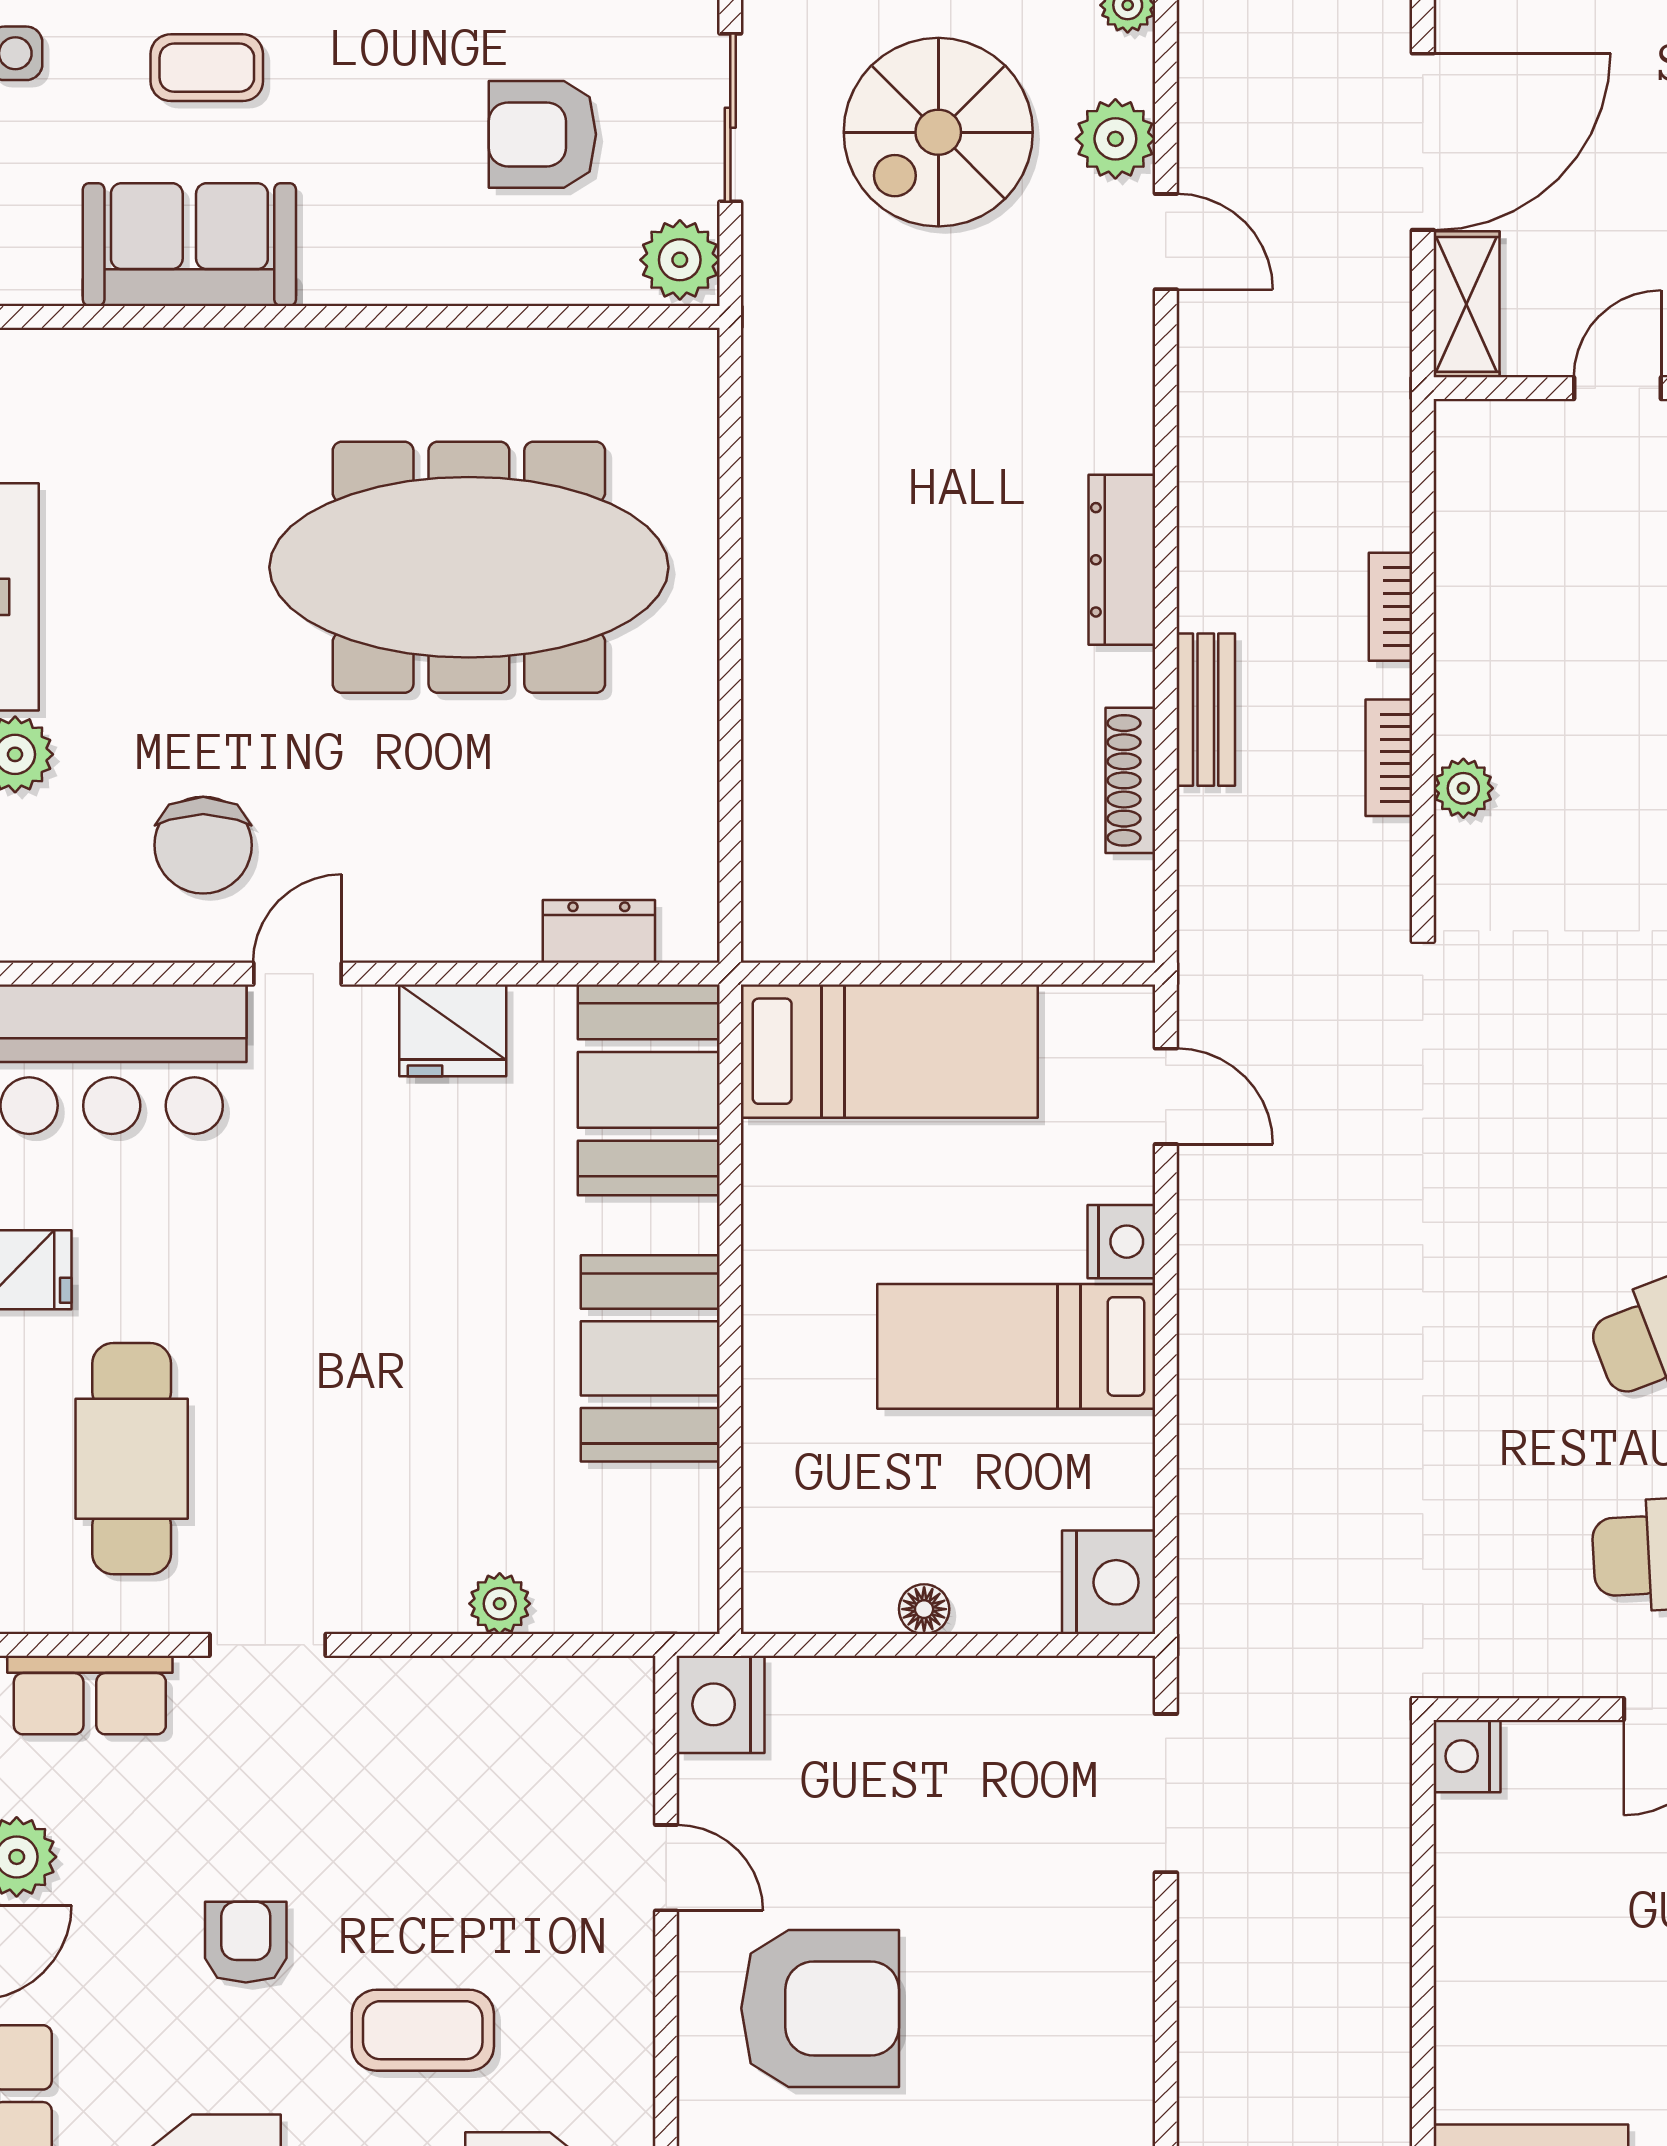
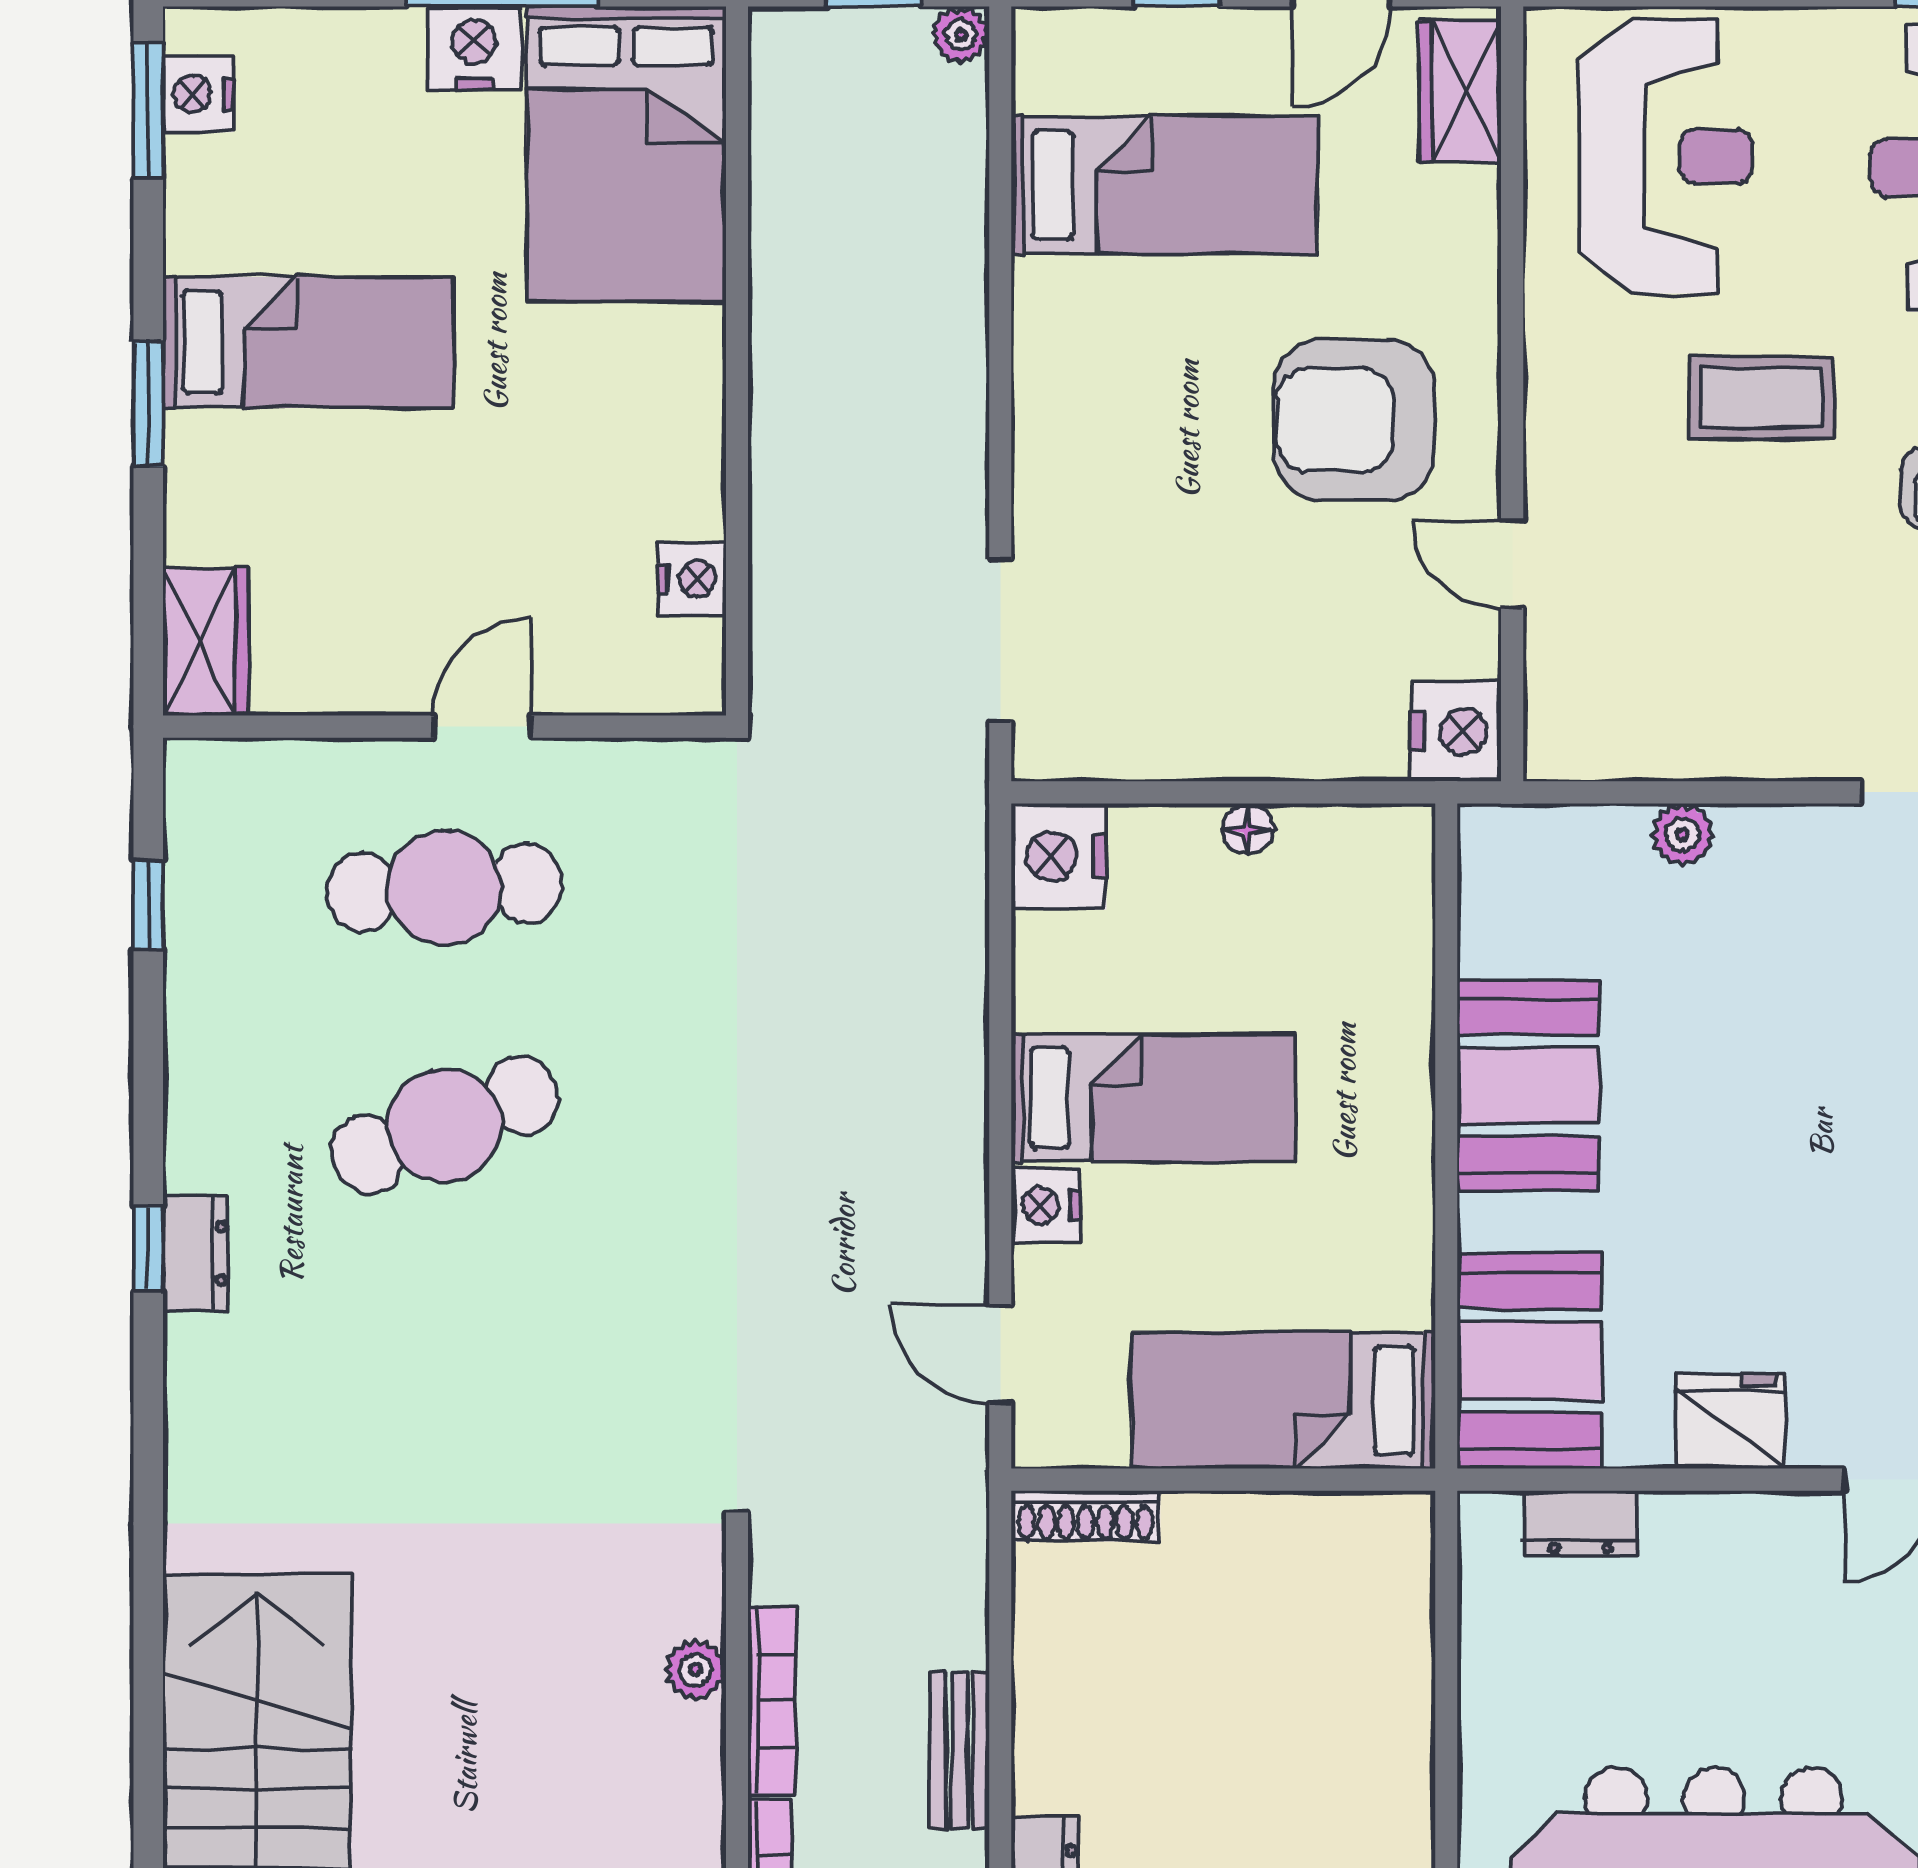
bookcase: (1389, 758) -> (772, 1701), width x1.56
shoe rack: (1130, 780) -> (1086, 1516), moved, turned 90
nightstand: (1467, 1756) -> (692, 579), moved

